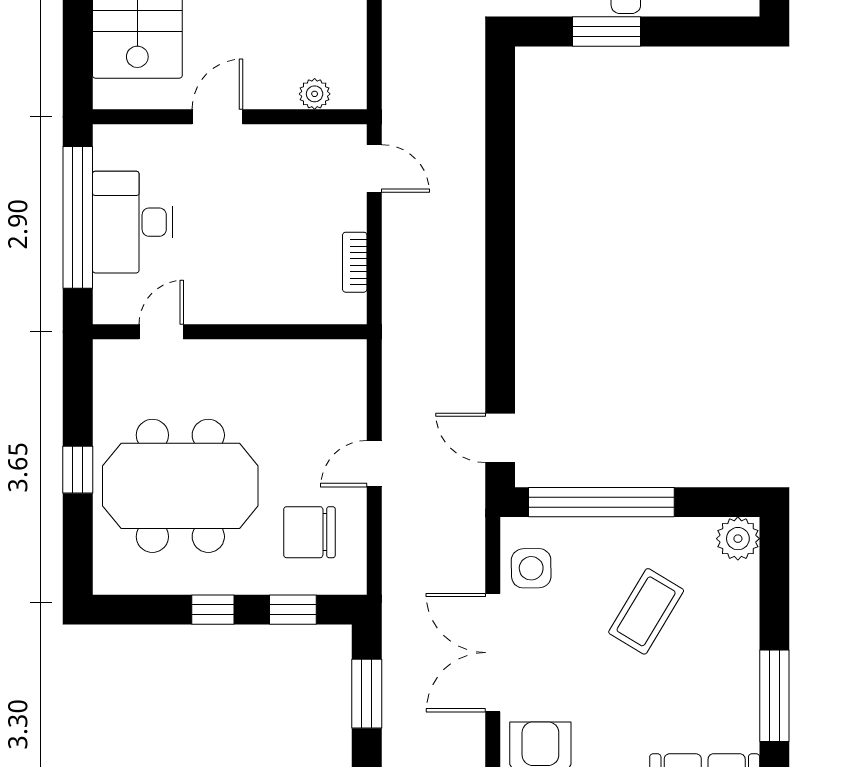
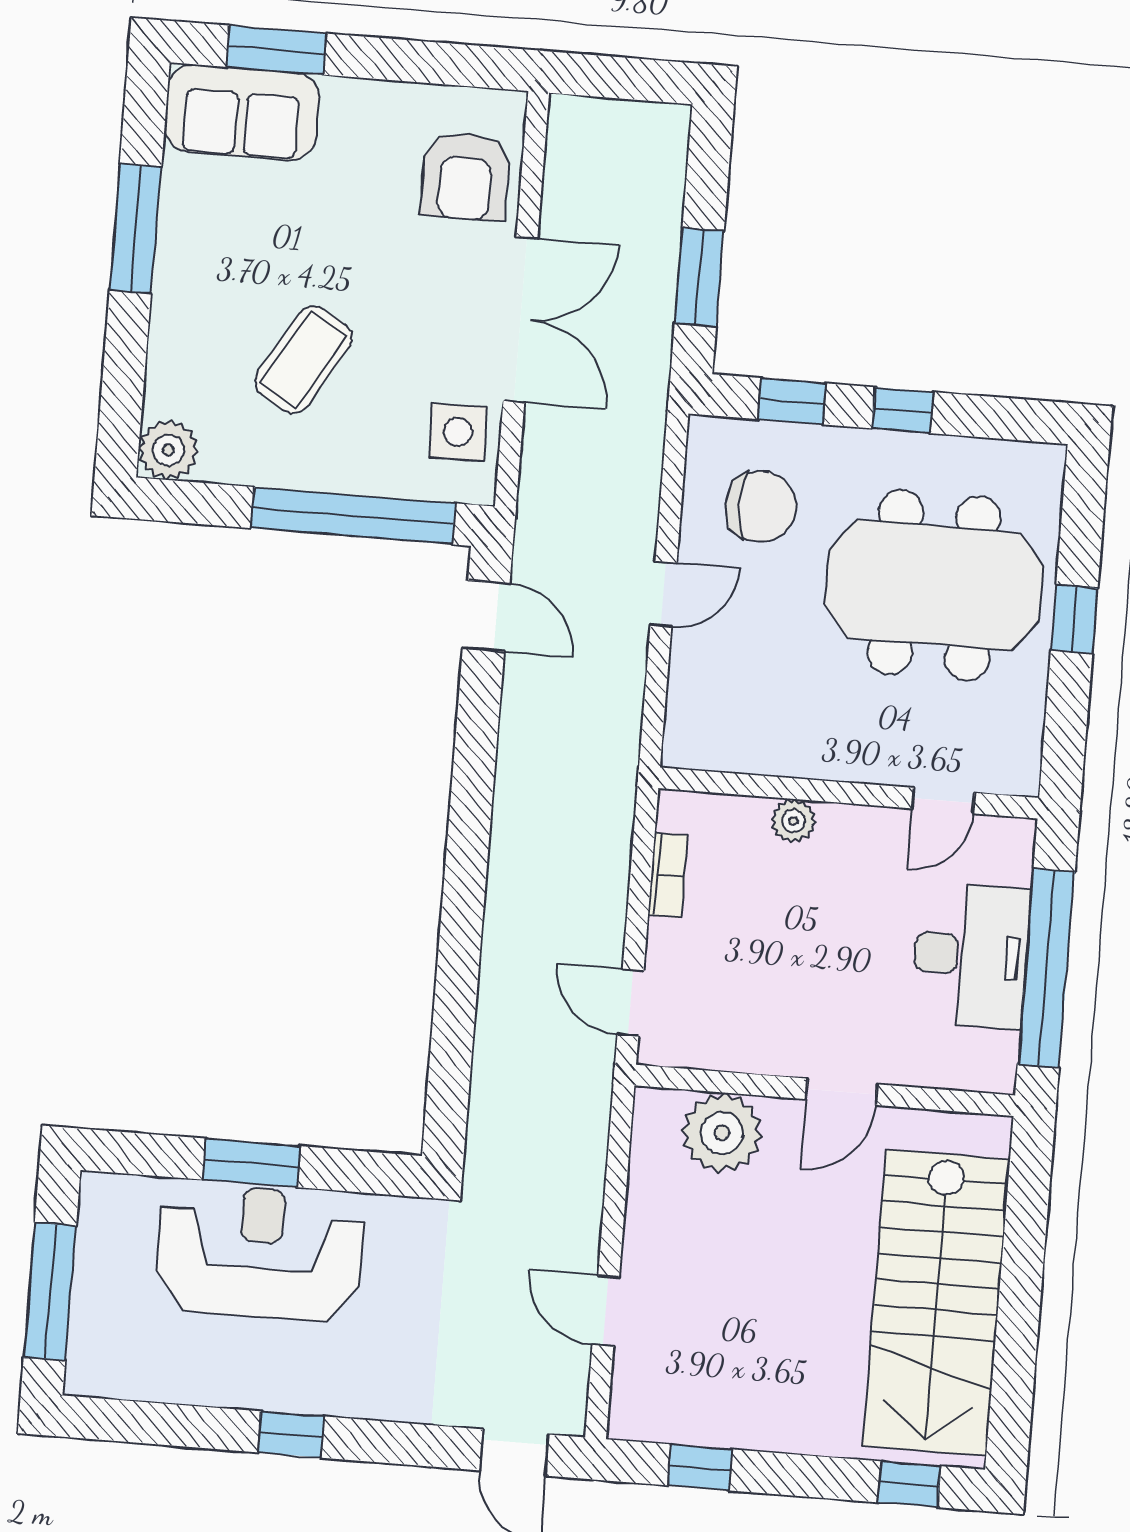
window: (606, 32) -> (251, 1163), moved
plant: (315, 94) -> (722, 1133), width x1.88, depth x1.88
plant: (268, 309) -> (793, 821), added

